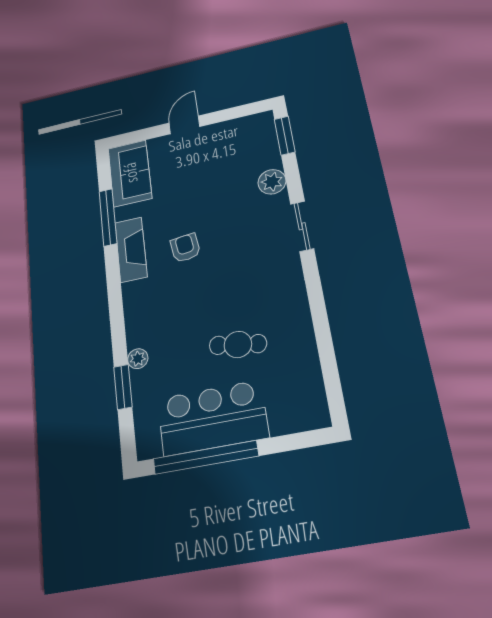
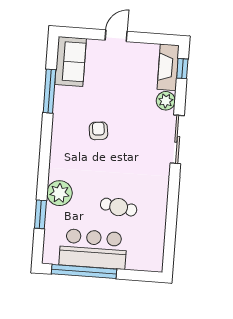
window: (285, 135) -> (182, 69), width x0.67
sliding door: (302, 226) -> (177, 139), width x1.37
fireplace: (131, 250) -> (168, 67), moved, turned 180
plant: (138, 359) -> (59, 193), width x1.87, depth x1.87

